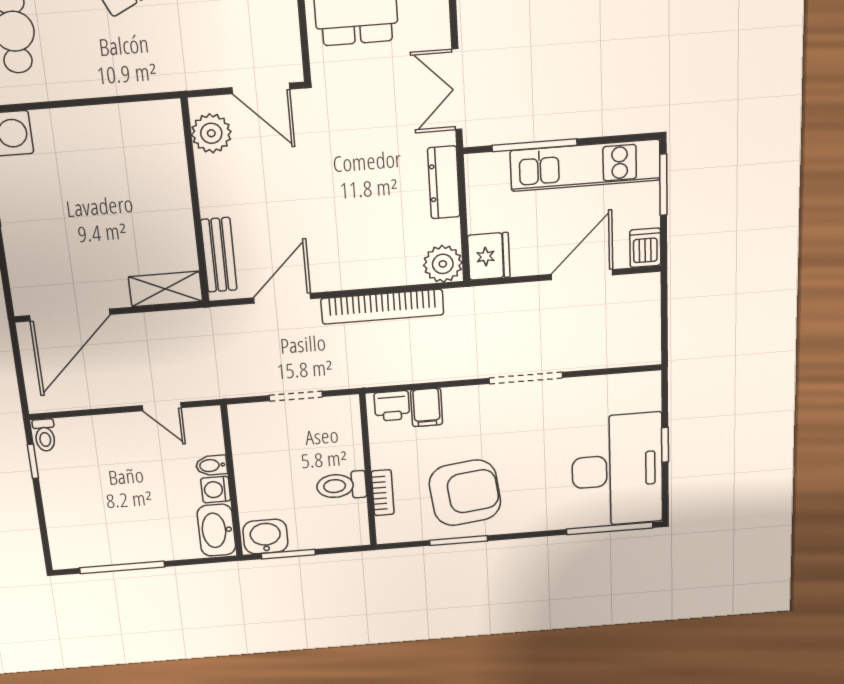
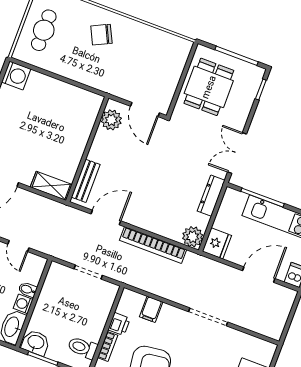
printer: (392, 406) -> (119, 324), moved, turned -90
toilet: (341, 486) -> (83, 348), moved

